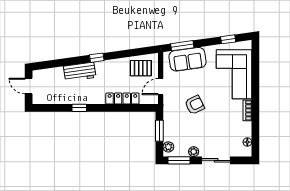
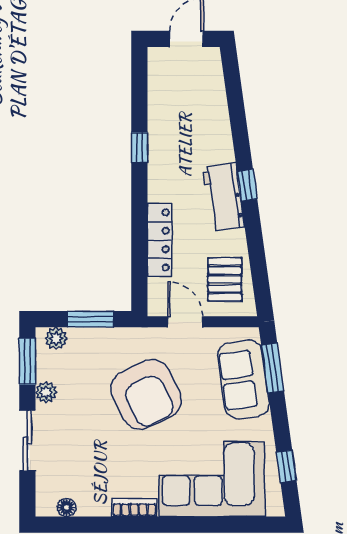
workbench: (80, 72) -> (224, 197), moved
armchair: (195, 105) -> (146, 394), width x1.88, depth x1.88

